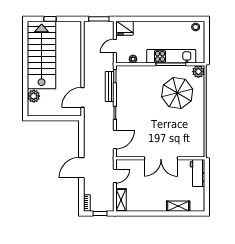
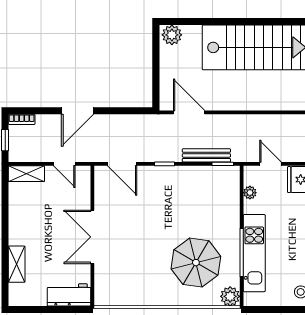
plant: (34, 96) -> (172, 35), moved
door: (81, 168) -> (78, 111), swing flipped

